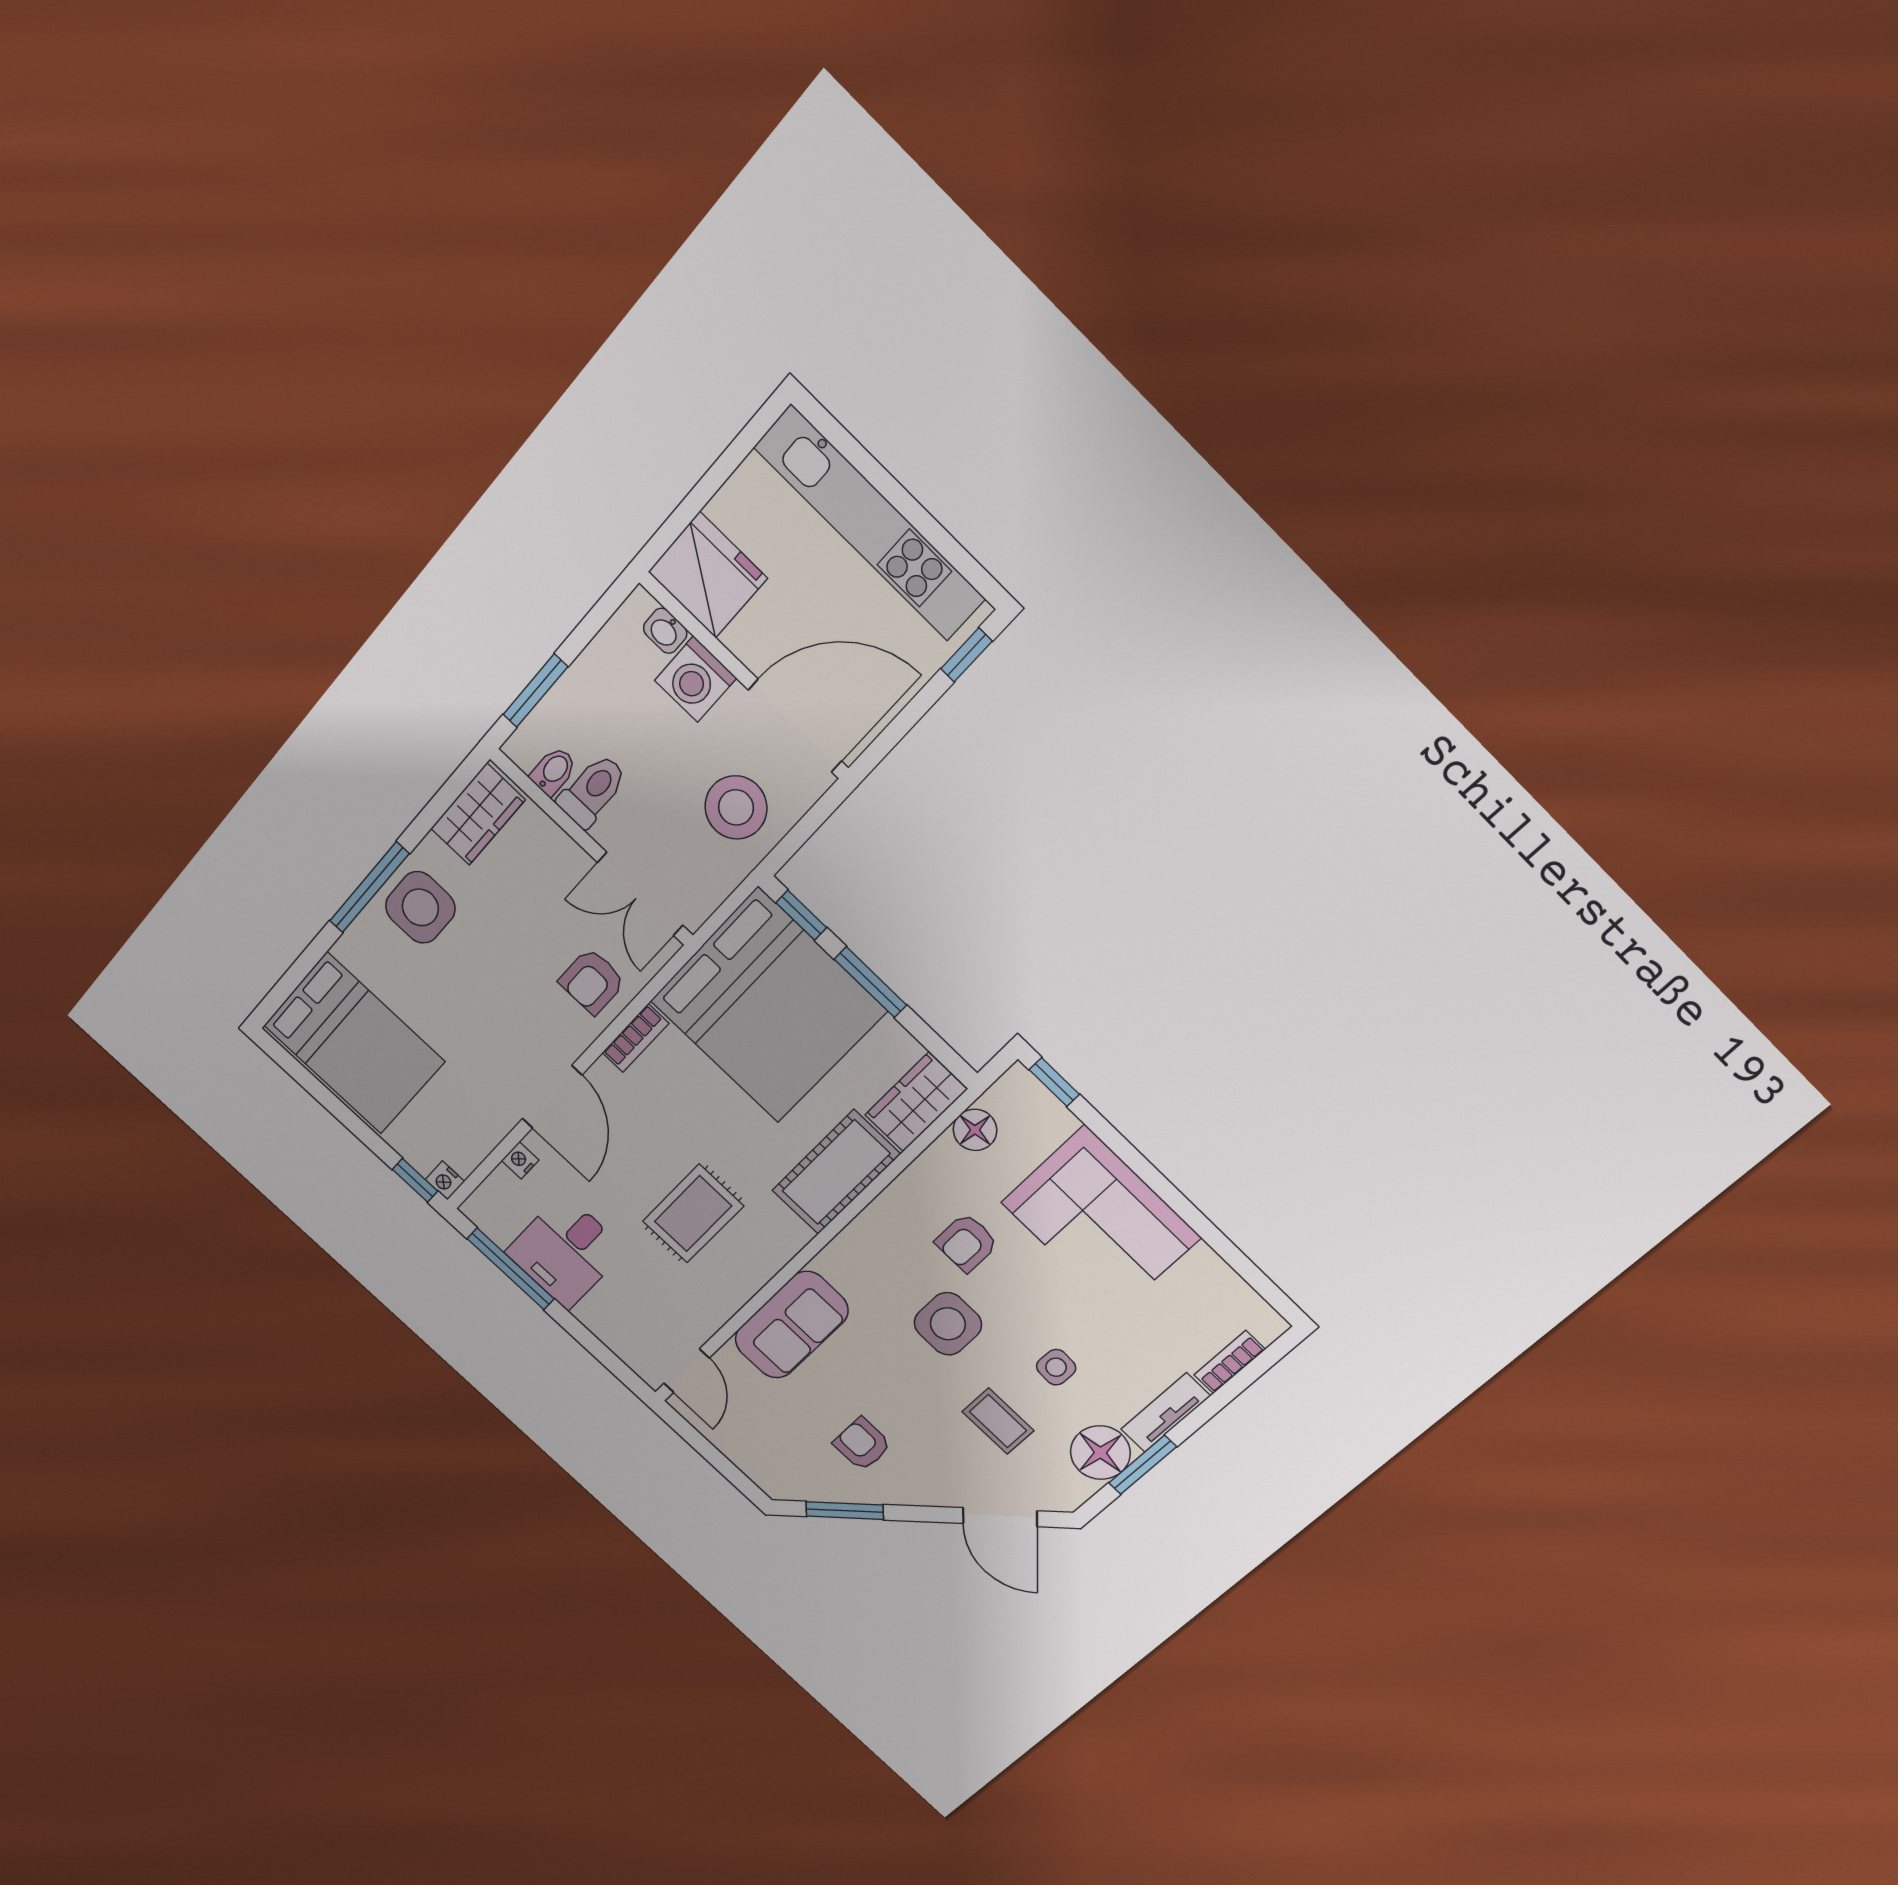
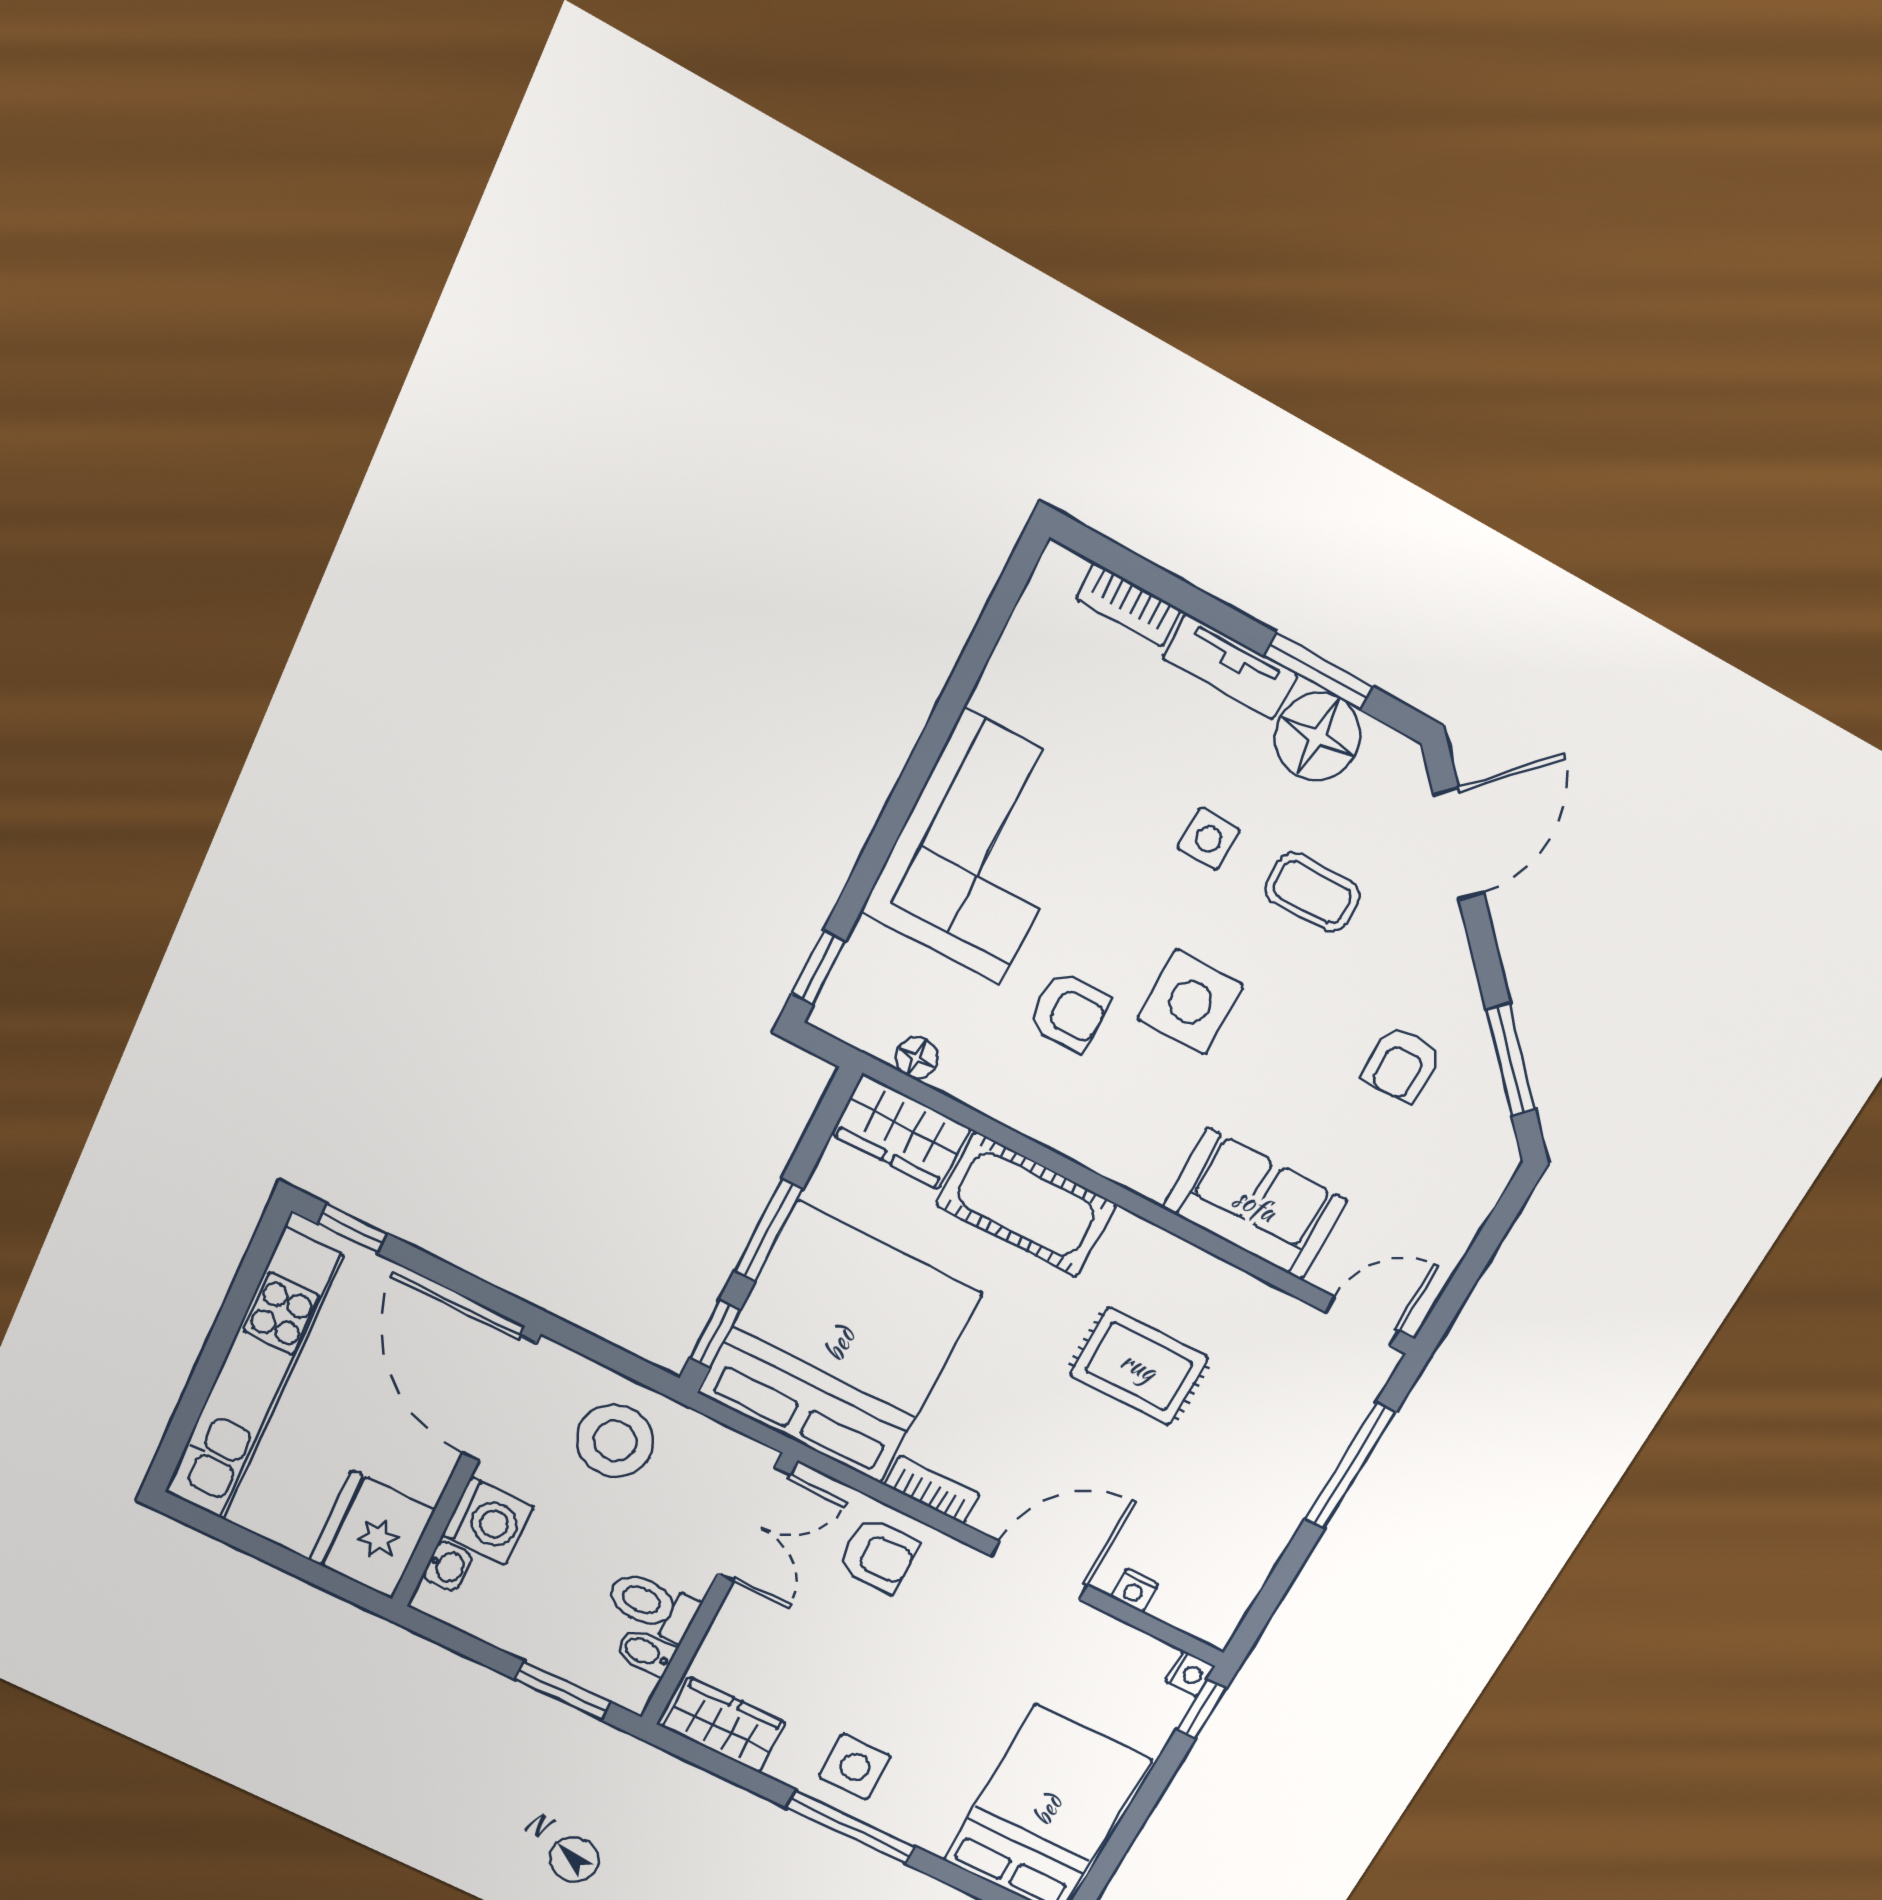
side table: (420, 907) -> (855, 1767), width x0.73, depth x0.73
floor lamp: (975, 1130) -> (917, 1058), width x0.73, depth x0.73
desk: (566, 1251) -> (1240, 1510), removed
window: (511, 1269) -> (1350, 1466), moved
coffee table: (998, 1421) -> (1312, 892), turned 90

